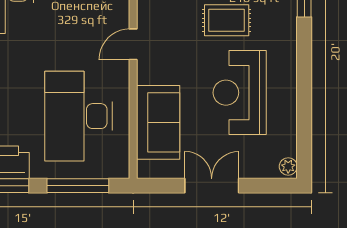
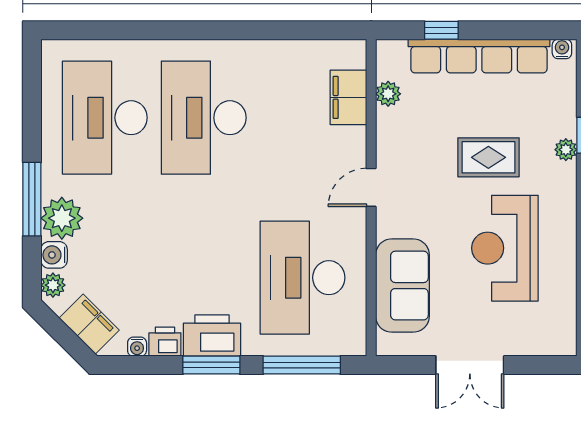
plant: (288, 166) -> (566, 150), moved
double door: (212, 186) -> (470, 365), swing flipped

